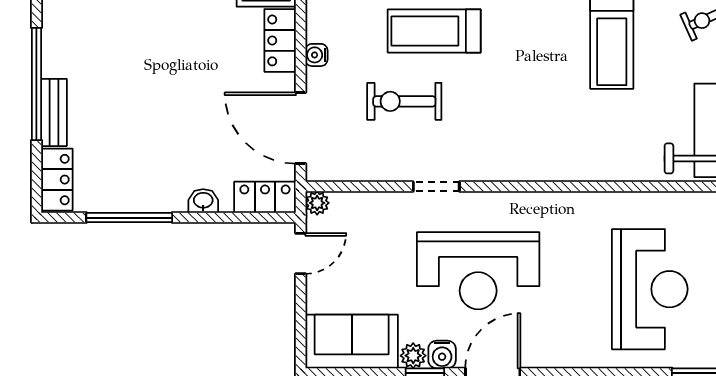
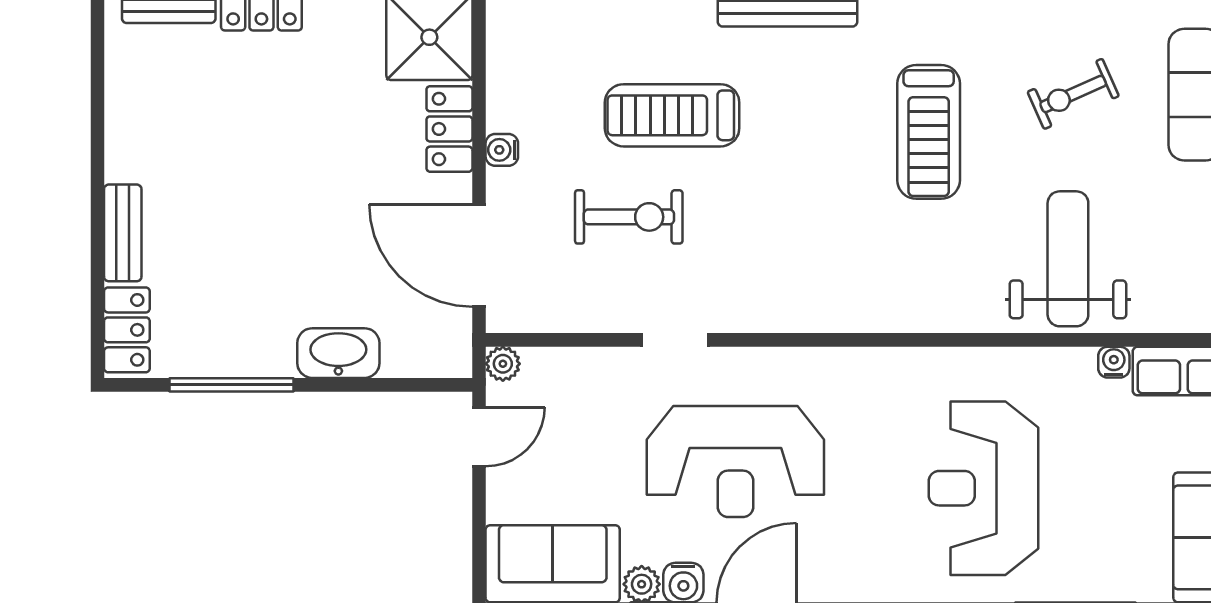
window: (36, 84) -> (98, 192), removed
exercise bike: (404, 101) -> (629, 217), turned 180
locker: (265, 197) -> (428, 355), removed
washbasin: (203, 201) -> (338, 353), width x1.91, depth x1.45
reception desk: (650, 289) -> (983, 488), turned 180

